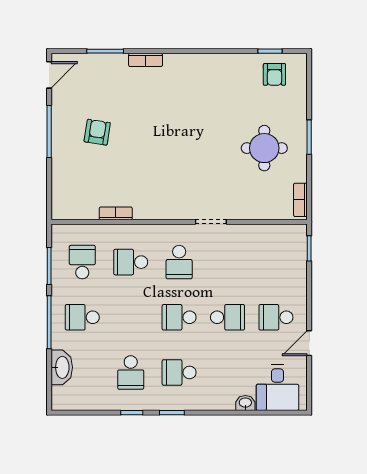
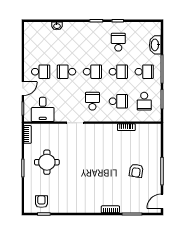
door: (309, 343) -> (23, 89), moved
school desk: (179, 372) -> (118, 72), moved
desk: (277, 388) -> (43, 109), moved, turned 180

